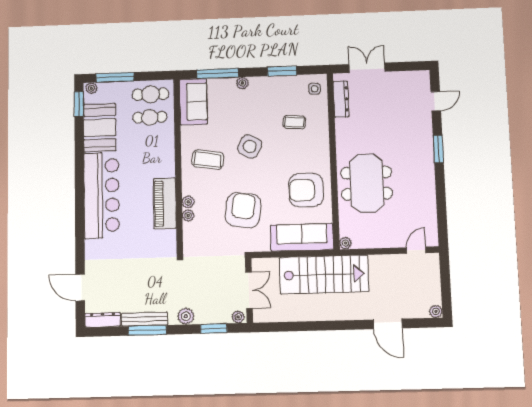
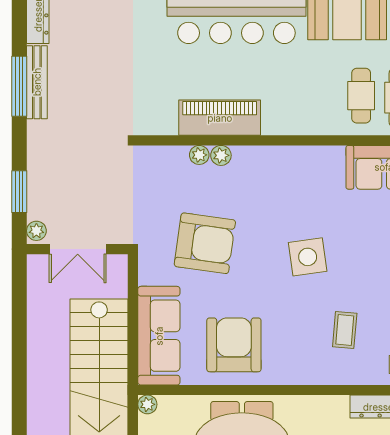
side table: (250, 146) -> (308, 257), turned -37
coffee table: (208, 160) -> (288, 189), removed
plant: (186, 316) -> (40, 148), removed

